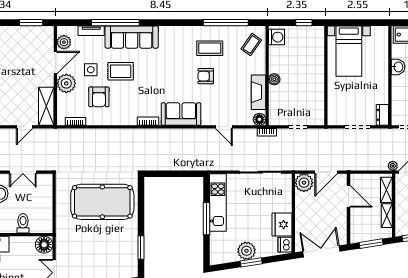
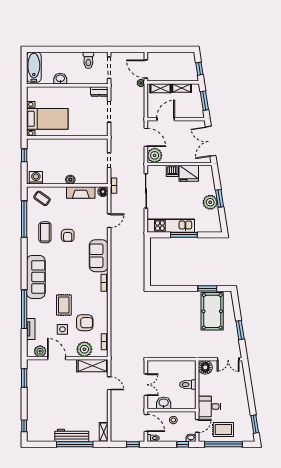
sofa: (132, 37) -> (36, 277), moved
plant: (66, 83) -> (84, 349), moved
pool table: (102, 202) -> (212, 311), moved, width x0.73, depth x0.76
dishwasher: (285, 245) -> (172, 171), moved

